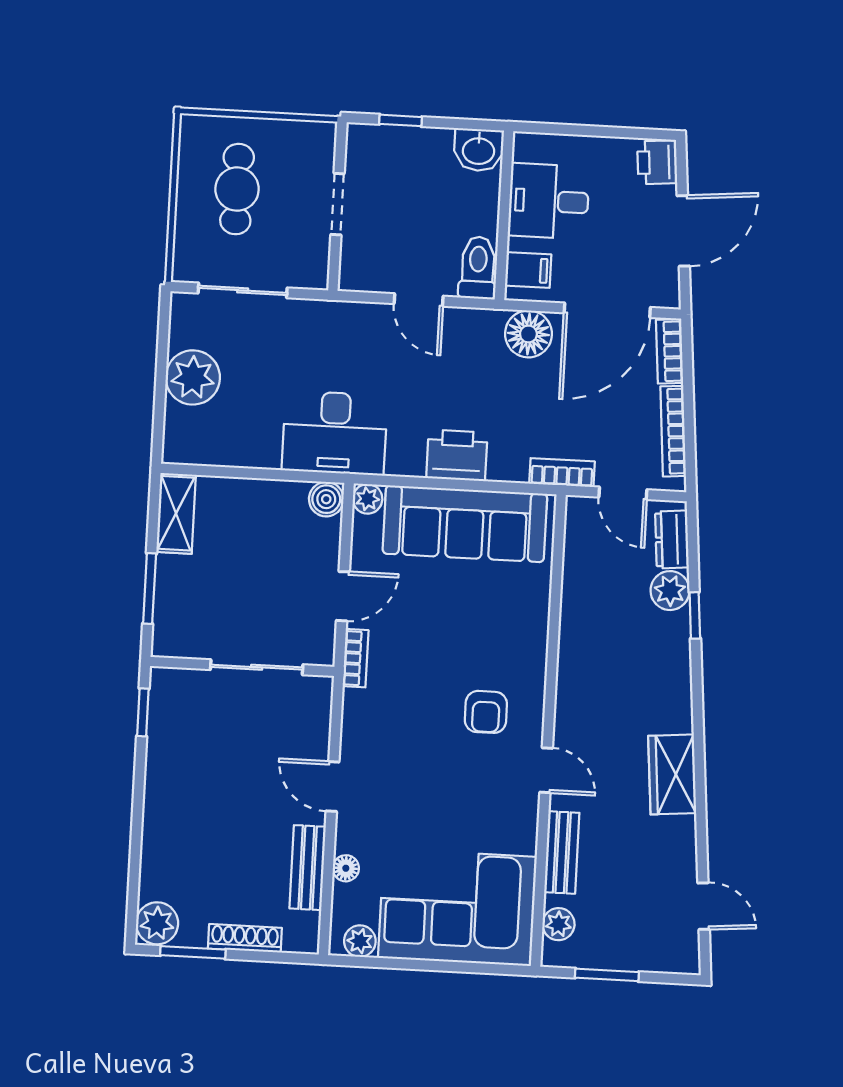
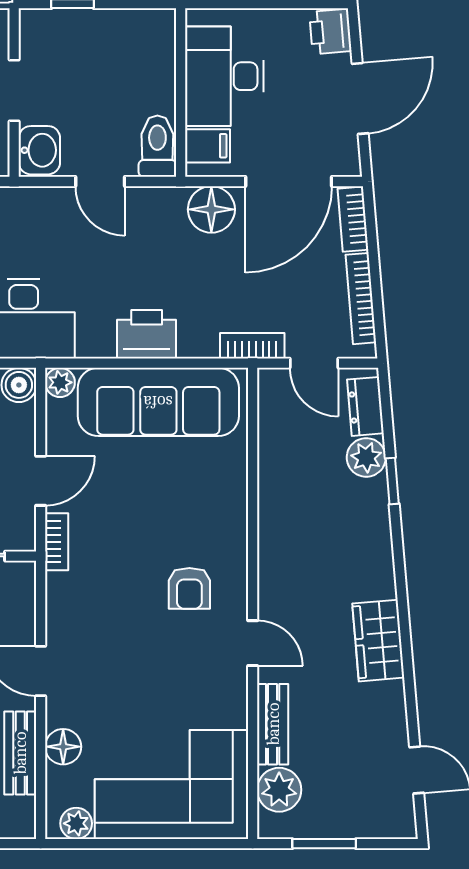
washbasin: (479, 150) -> (39, 150), moved, turned -90
desk: (549, 201) -> (224, 76), width x1.37
floor lamp: (346, 868) -> (63, 747), width x1.37, depth x1.37
plant: (558, 924) -> (279, 790), width x1.38, depth x1.38

